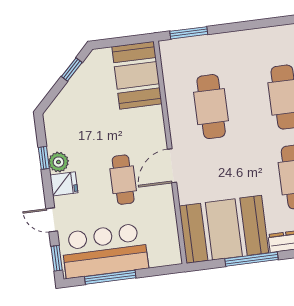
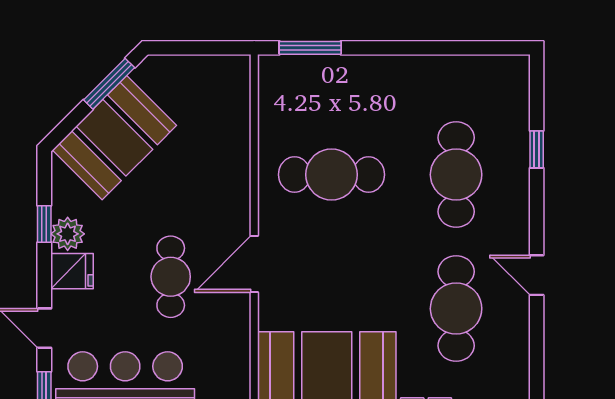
window: (72, 70) -> (109, 84), width x1.50
booth: (137, 75) -> (114, 138), moved, turned 45
cafe table: (211, 107) -> (331, 175), turned 90

